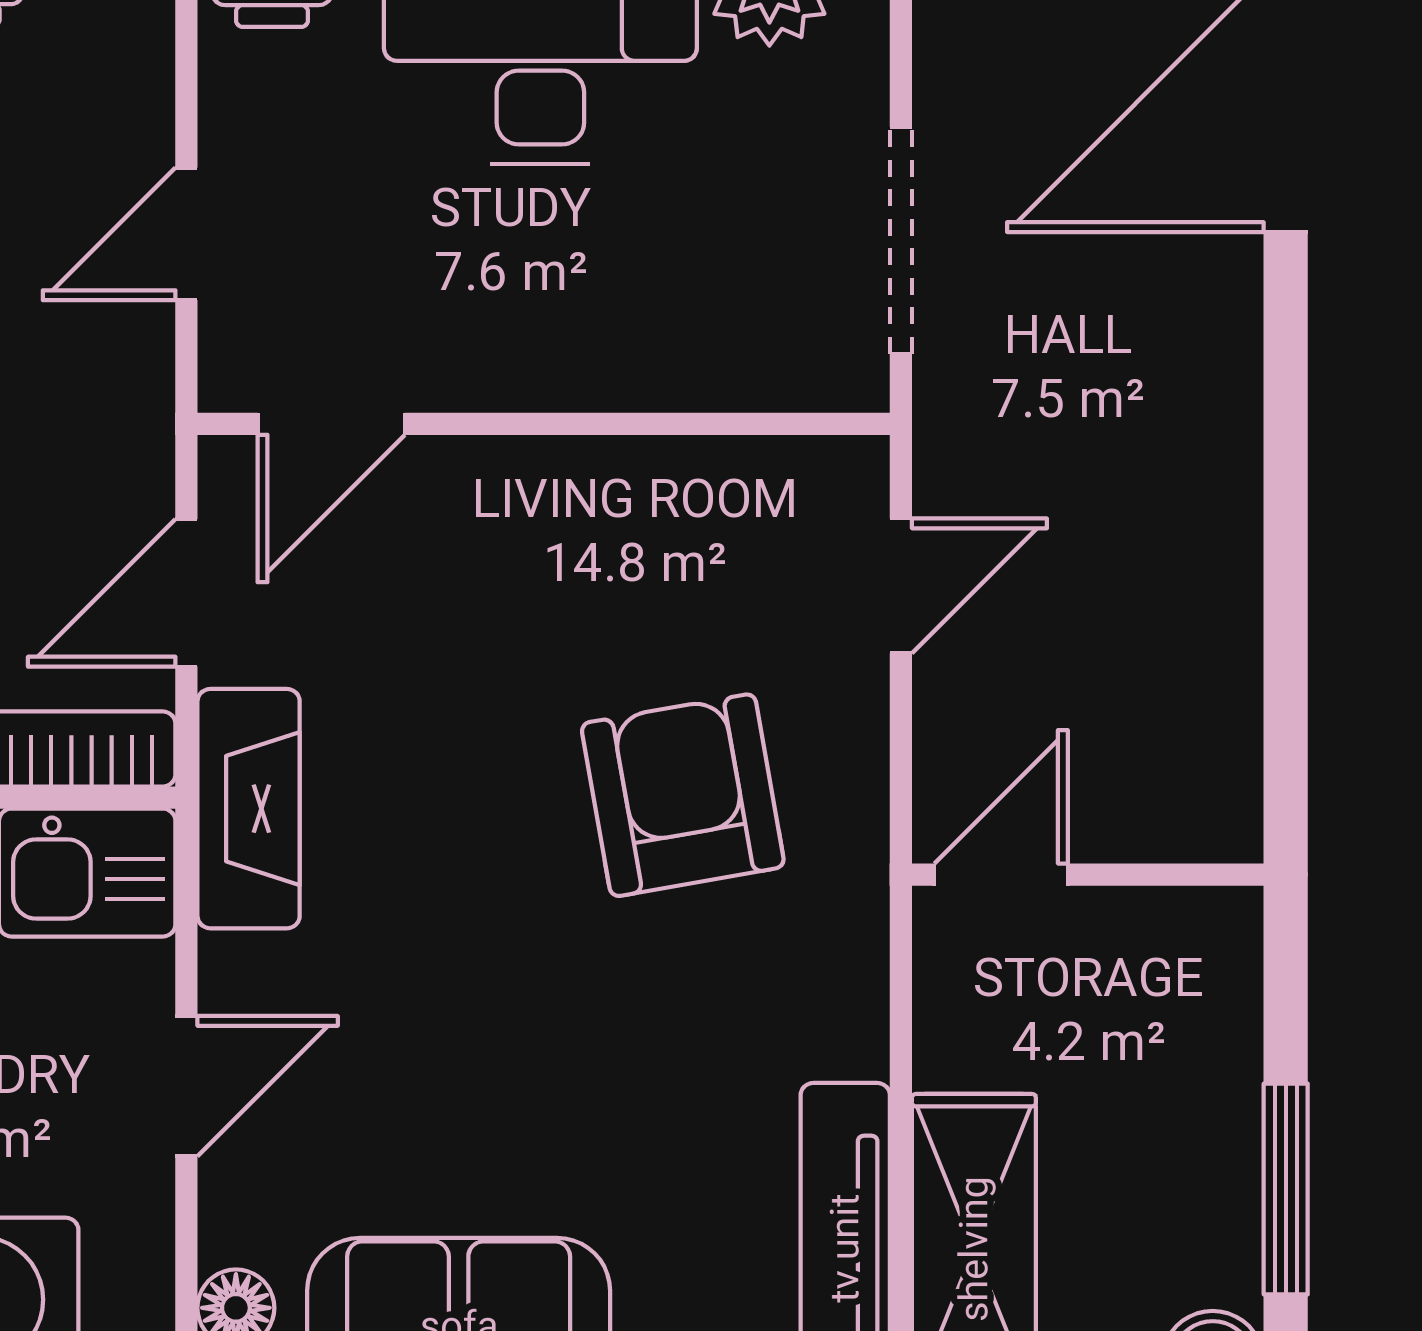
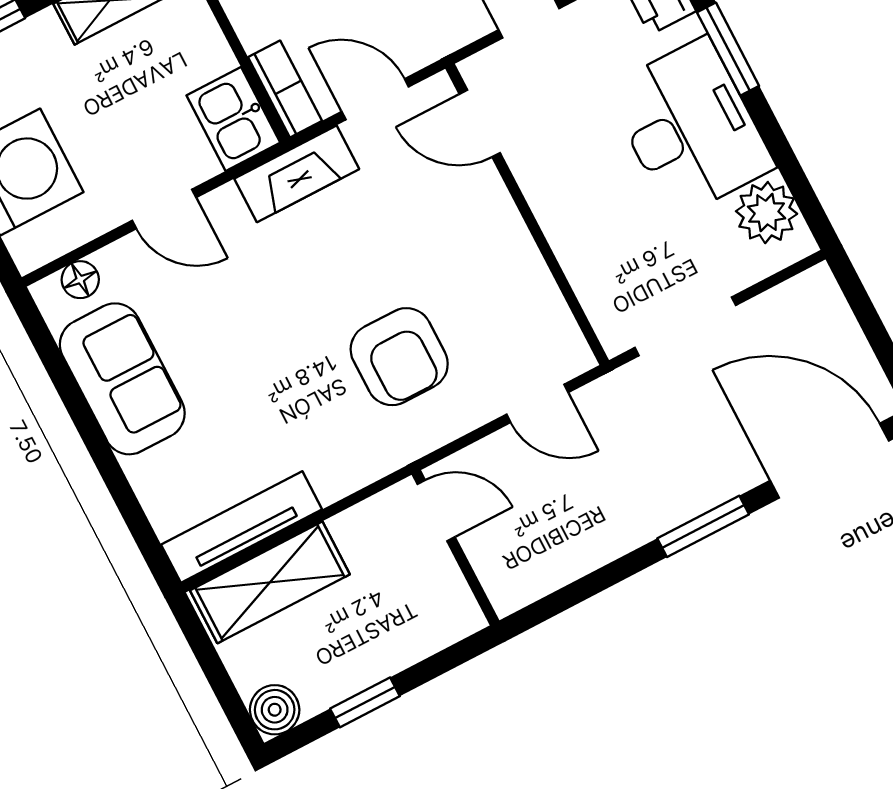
window: (1286, 399) -> (703, 526), added
armchair: (683, 795) -> (399, 357), turned 100
window: (1286, 1189) -> (365, 702), width x0.67

